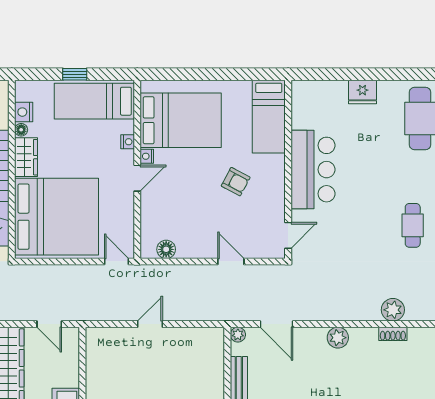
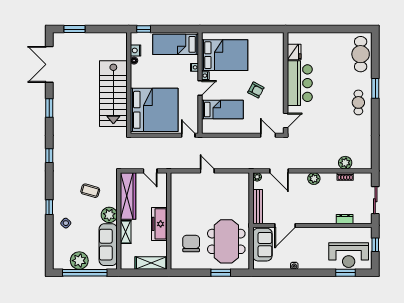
window: (75, 74) -> (144, 29), moved
fridge: (362, 92) -> (294, 52), moved, turned -90
bed: (269, 117) -> (222, 110), moved, turned -90
wardrobe: (26, 157) -> (137, 76), removed
cafe table: (413, 225) -> (358, 102), moved
floor lamp: (166, 249) -> (216, 128), removed
door: (231, 261) -> (268, 135), moved
door: (150, 324) -> (207, 171), hinge flipped

